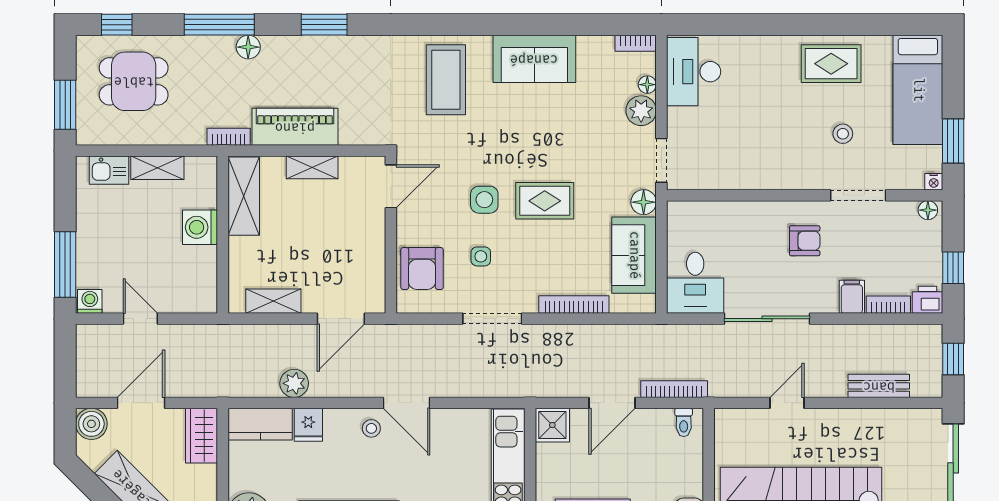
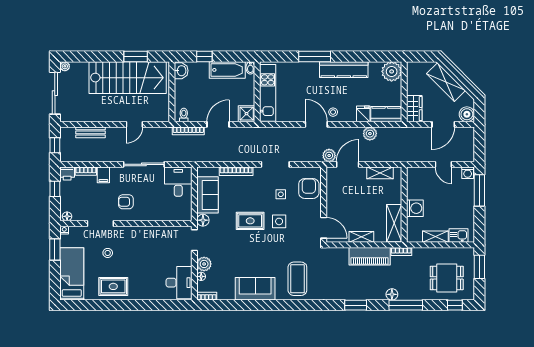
door: (391, 186) -> (324, 228), swing flipped
plant: (380, 338) -> (329, 155), added

